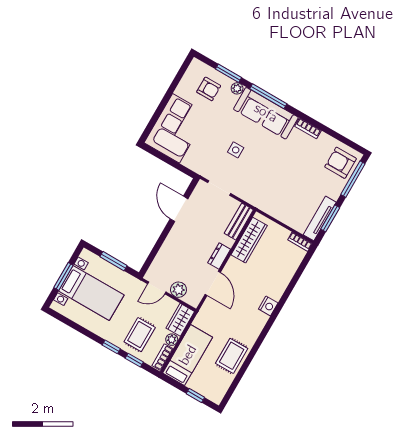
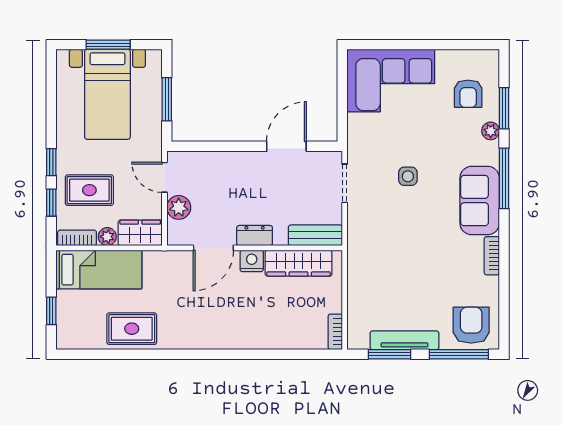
sofa: (266, 113) -> (480, 201), width x0.73
tv unit: (320, 218) -> (404, 340), moved
nightstand: (268, 306) -> (252, 261), moved, turned 180

